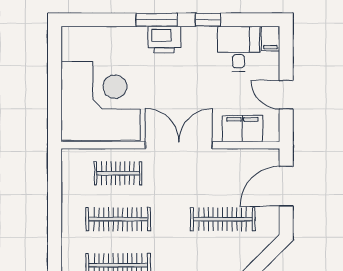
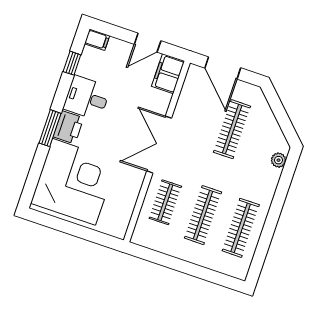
window: (208, 20) -> (72, 63), moved
desk: (239, 49) -> (87, 98), moved
corner desk: (101, 101) -> (74, 182), moved, turned 90
filing cabinet: (242, 129) -> (168, 74), moved

